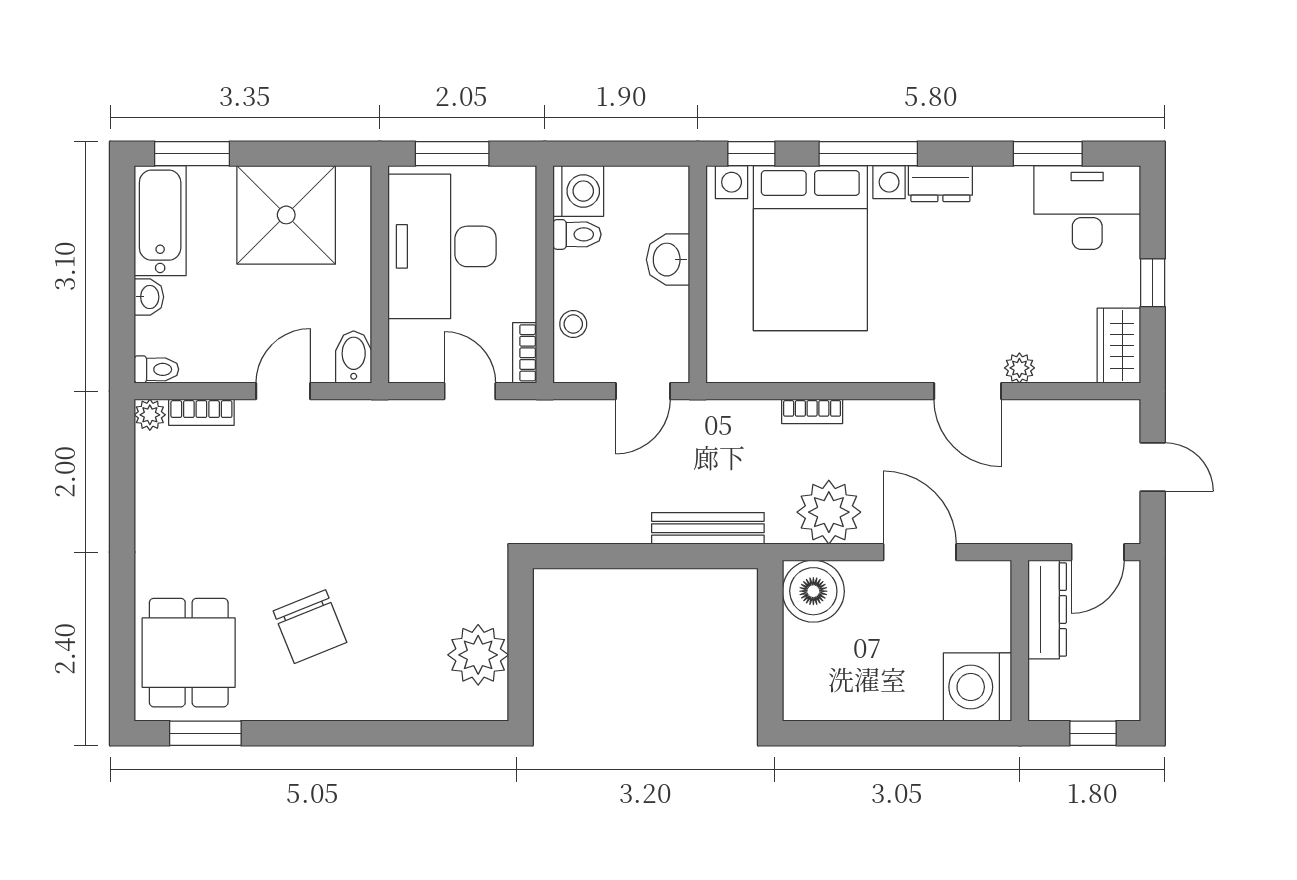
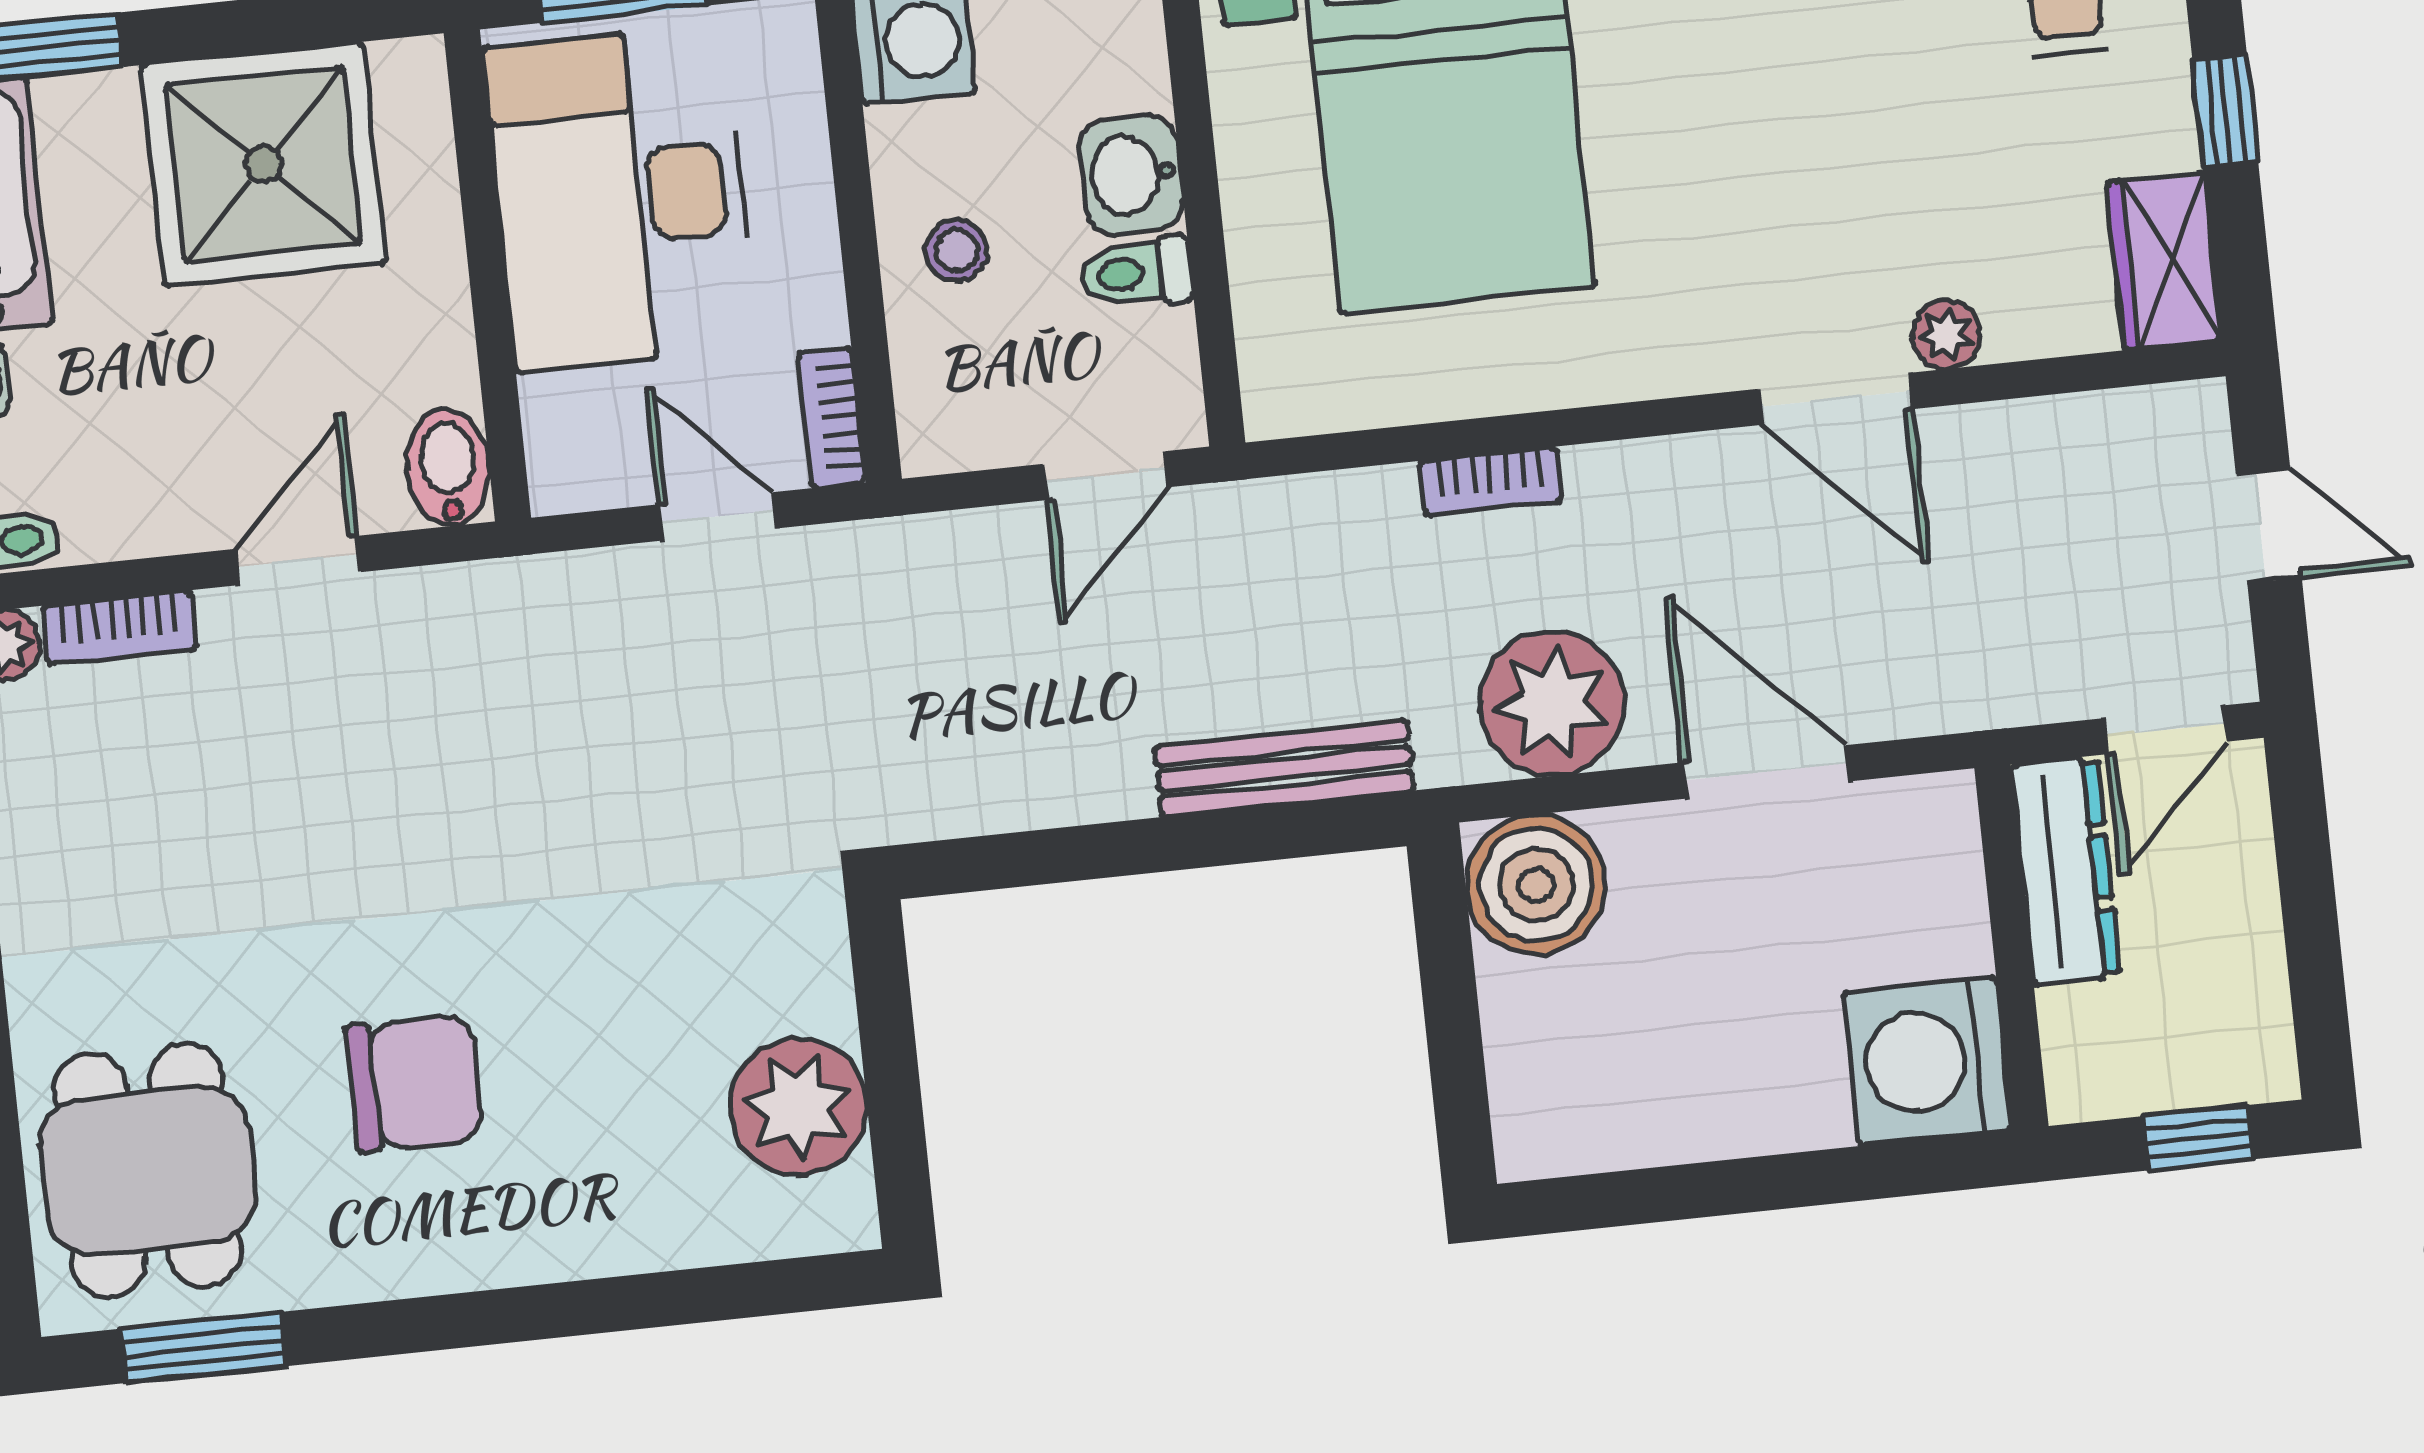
toilet: (577, 234) -> (1136, 273), moved, turned 180
stool: (573, 324) -> (956, 250), moved
chair: (310, 627) -> (414, 1083), turned -68

